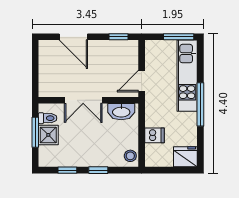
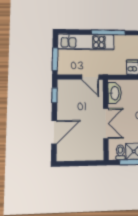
window: (179, 37) -> (55, 59), moved

